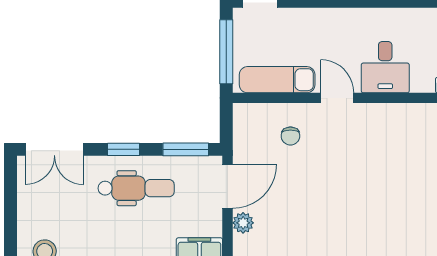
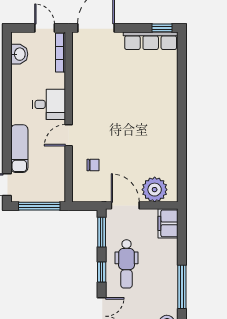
exam couch: (277, 80) -> (19, 149), moved, turned 180
dental chair: (136, 188) -> (126, 264), turned 180
plant: (243, 223) -> (155, 190), width x1.88, depth x1.88

